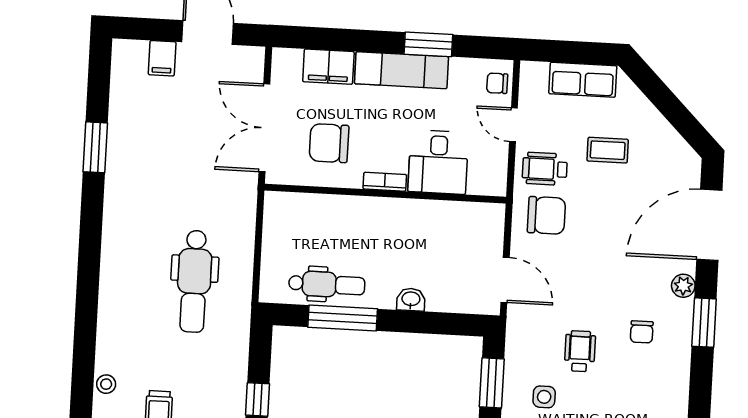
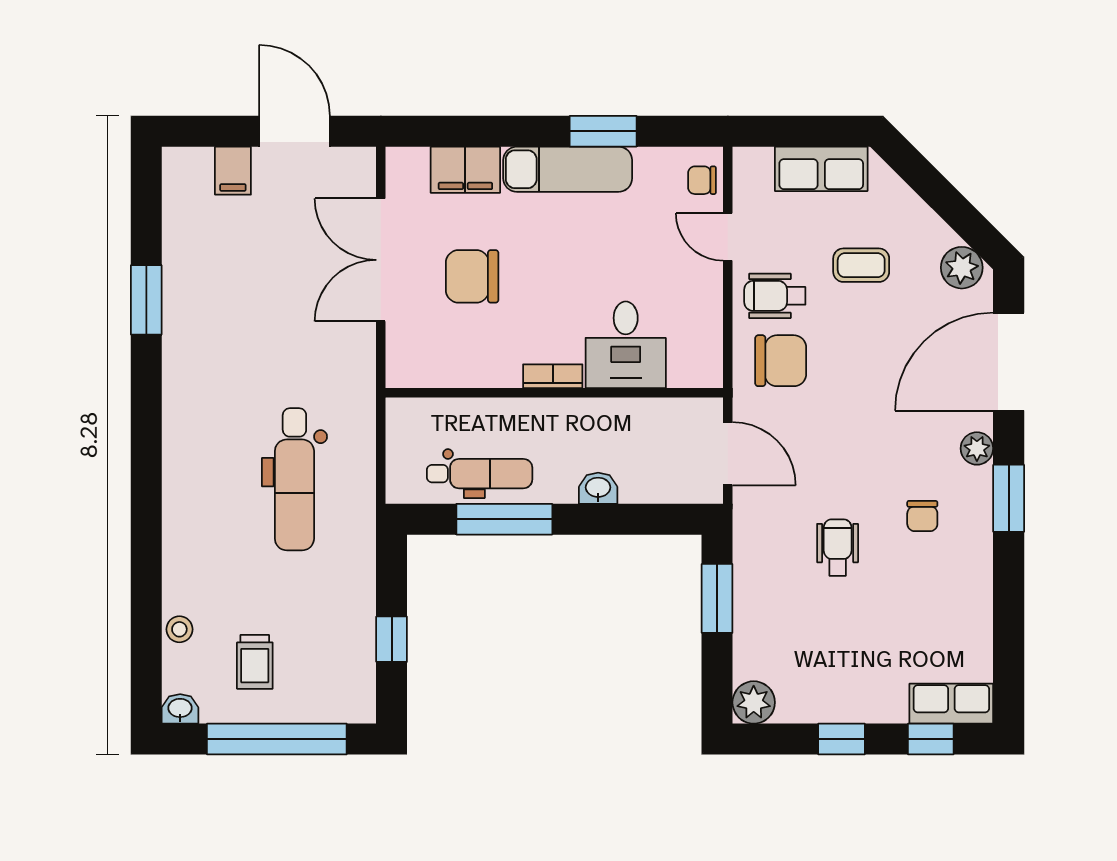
plant: (679, 156) -> (962, 268), added
desk: (438, 162) -> (626, 345), moved
bookcase: (385, 182) -> (553, 376), moved
wall: (385, 194) -> (554, 393), moved
side table: (544, 397) -> (791, 614), removed

